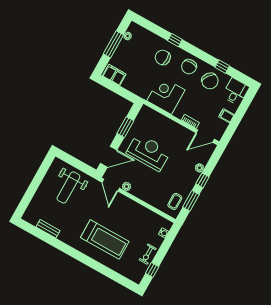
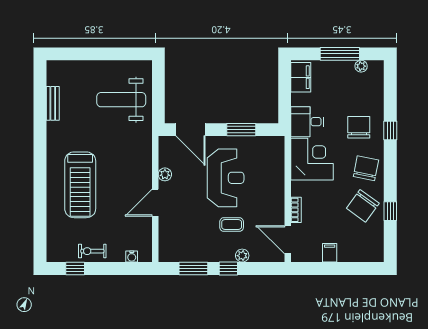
chair: (189, 67) -> (366, 168), turned 101
desk: (236, 92) -> (307, 122), moved, turned 180
door: (111, 185) -> (155, 203), moved
coffee table: (175, 201) -> (232, 225), moved

